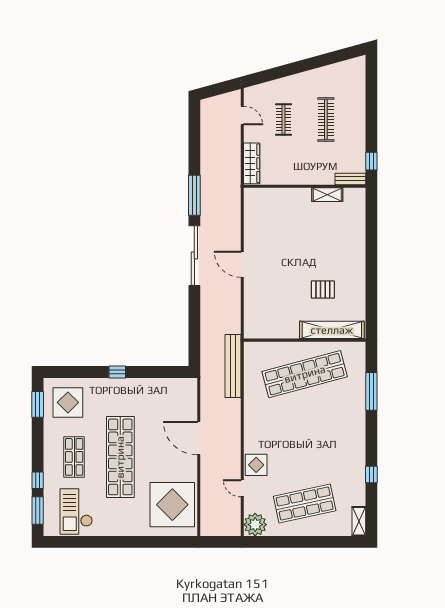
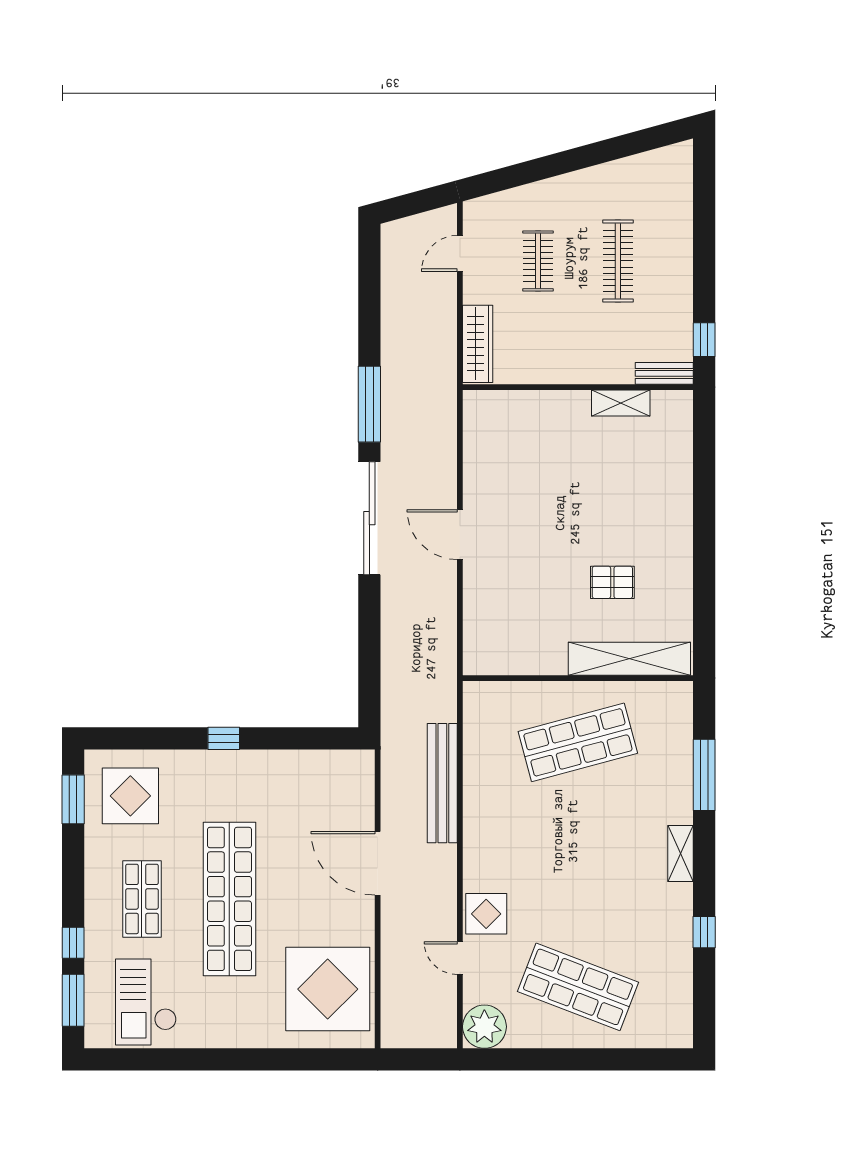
door: (242, 116) -> (460, 253), swing flipped
bench: (233, 366) -> (442, 783), moved
shop shelf: (305, 374) -> (578, 742), width x0.71
shop shelf: (305, 503) -> (578, 987), turned 33
shelving: (359, 521) -> (681, 854), moved

